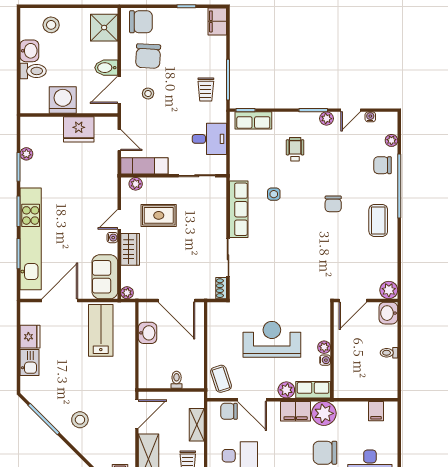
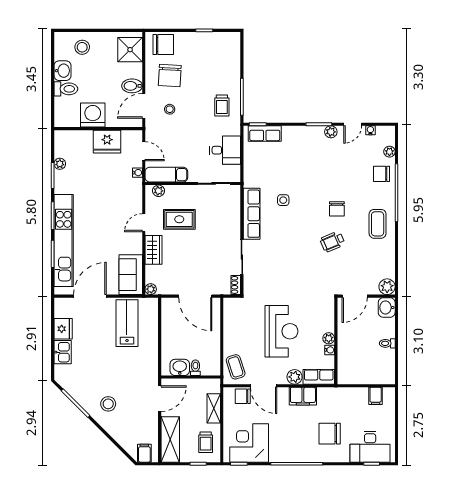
filing cabinet: (217, 21) -> (232, 44), removed
wheelchair: (295, 149) -> (332, 242), moved, turned -113
water cooler: (112, 238) -> (137, 173), moved
washbasin: (148, 333) -> (180, 367), moved, turned -90
reception desk: (272, 339) -> (281, 331), turned 90
plant: (324, 413) -> (328, 398), removed

